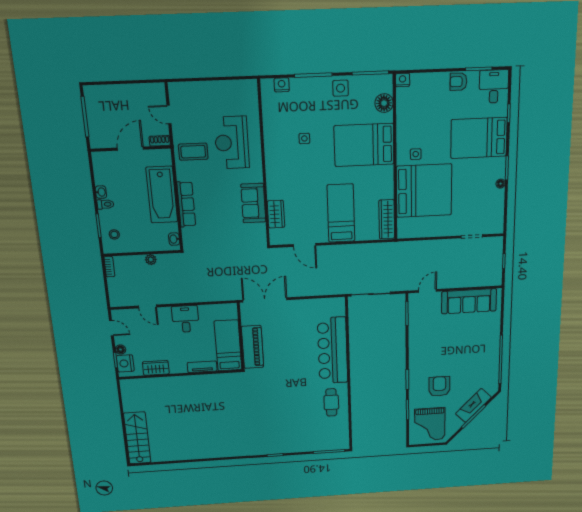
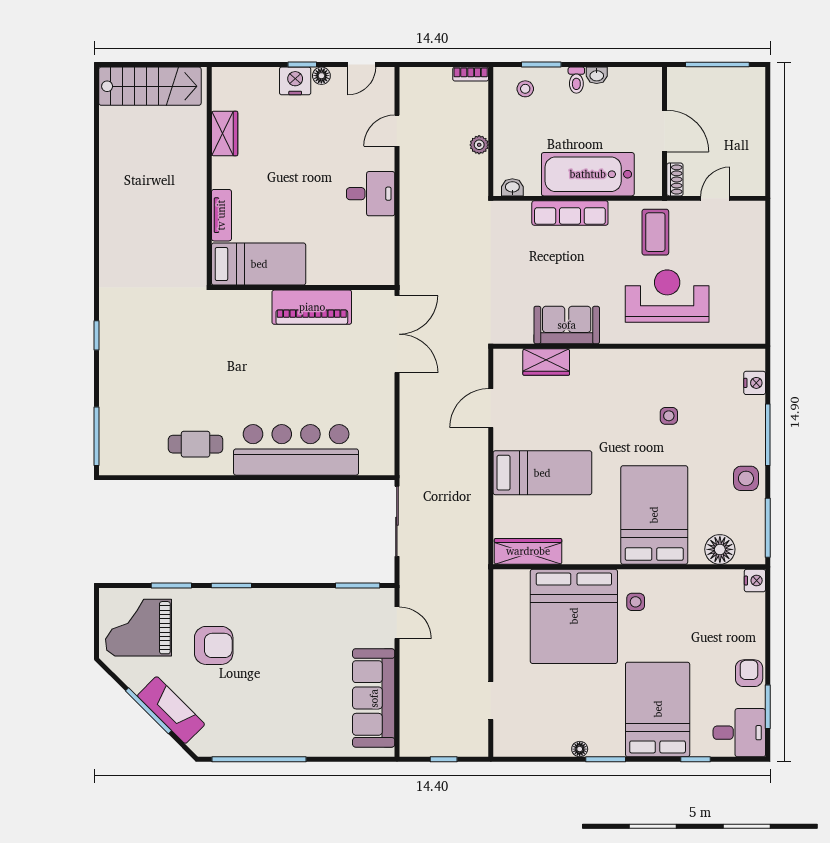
bed: (228, 345) -> (259, 264), moved
tv unit: (202, 367) -> (221, 215), moved
wardrobe: (156, 368) -> (225, 133), moved
wall: (181, 374) -> (209, 176), moved

